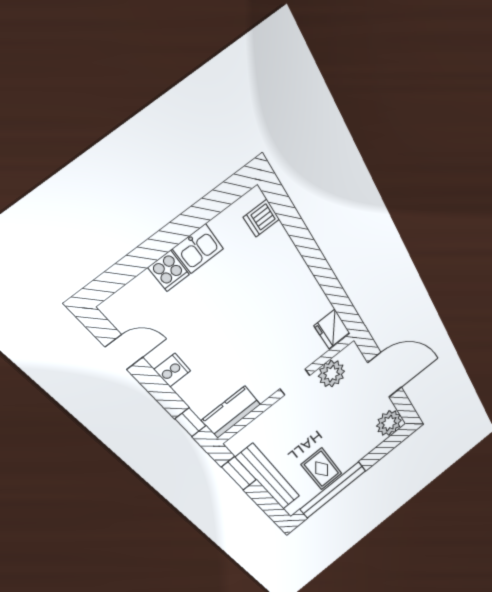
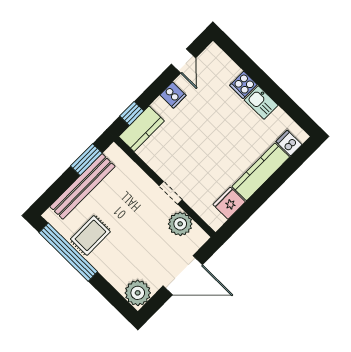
kitchen counter: (292, 266) -> (261, 172), added
fridge: (332, 329) -> (229, 203), moved
door: (385, 375) -> (183, 275), hinge flipped
kitchen counter: (231, 412) -> (142, 129), moved, turned 90

